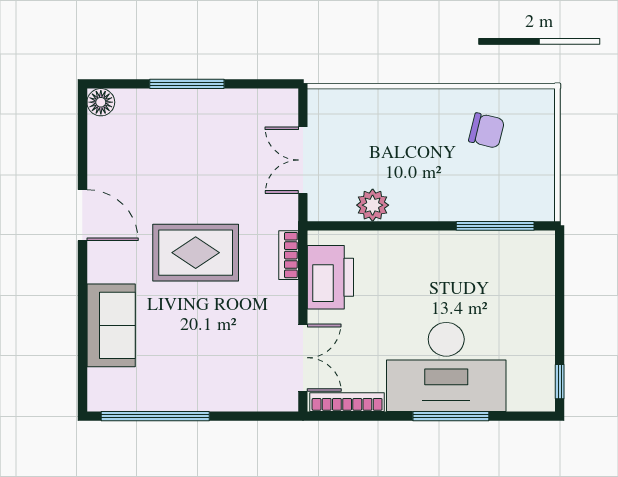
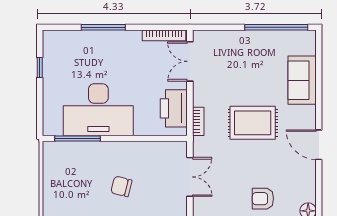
armchair: (178, 123) -> (263, 199), added
chair: (487, 131) -> (121, 186), moved
plant: (373, 205) -> (149, 151), removed
desk: (446, 367) -> (98, 110), moved, turned 180
window: (560, 382) -> (40, 68), moved

